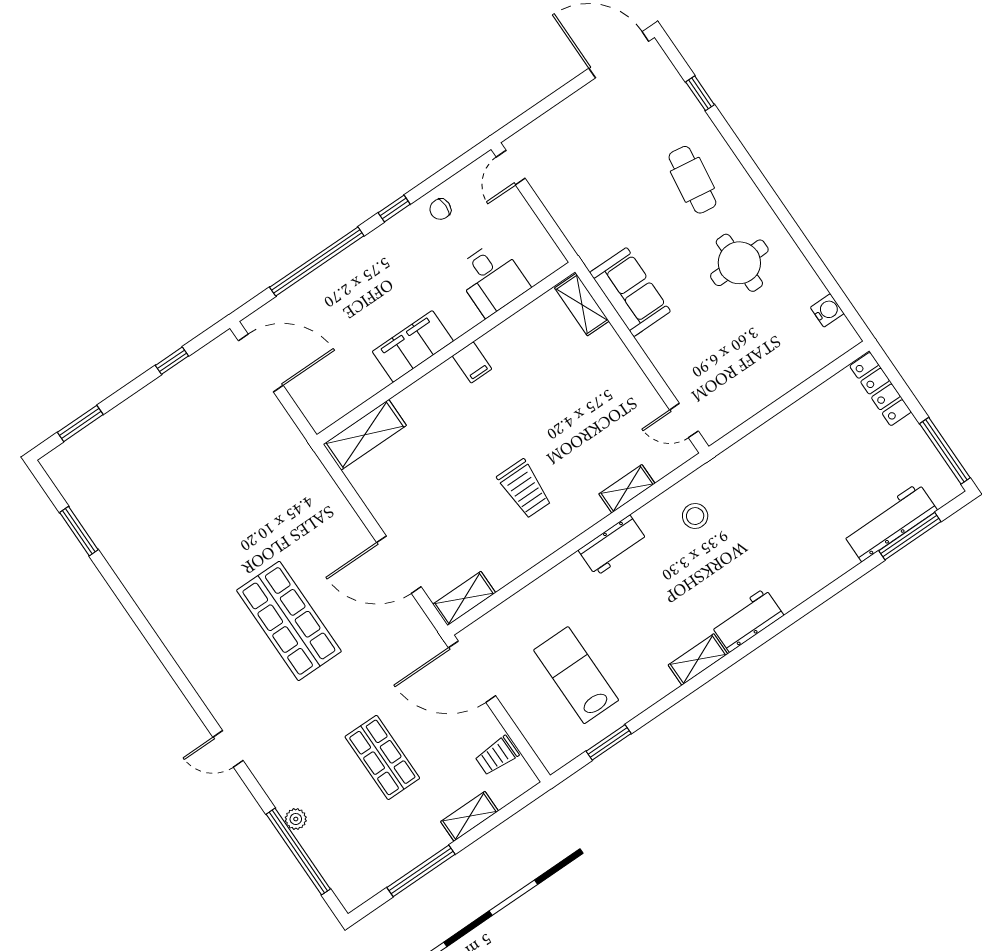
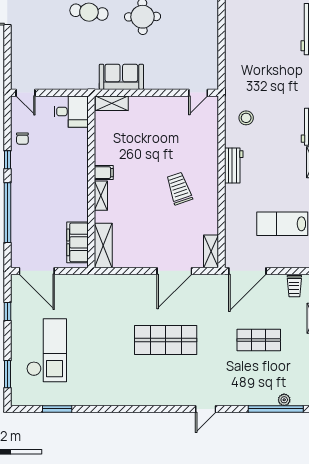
desk: (492, 279) -> (71, 112), moved
filing cabinet: (413, 346) -> (77, 242), moved
door: (261, 363) -> (37, 271), swing flipped
checkout: (154, 457) -> (47, 350), added
trolley: (524, 489) -> (179, 188), turned -109
shelving: (627, 489) -> (101, 196), moved
plant: (296, 819) -> (284, 400), moved

